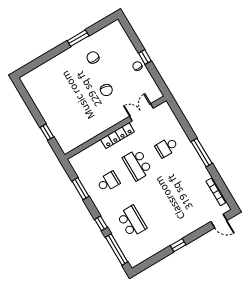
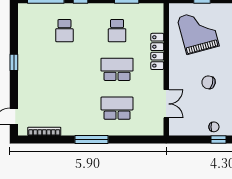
grand piano: (73, 121) -> (198, 32), added
locker: (117, 136) -> (157, 51), moved
school desk: (167, 147) -> (117, 108), width x1.85
school desk: (132, 221) -> (64, 31), width x0.54

